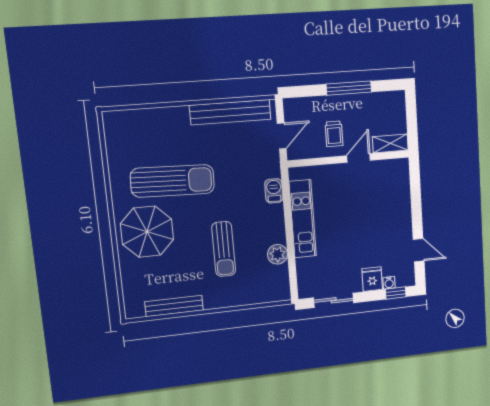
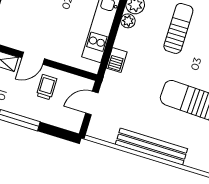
bench: (230, 112) -> (151, 147), moved
plant: (278, 235) -> (128, 21), added

